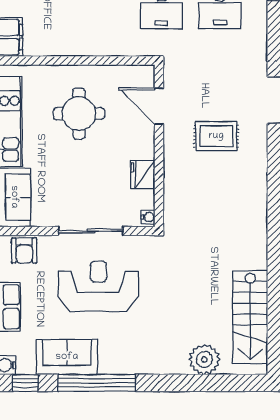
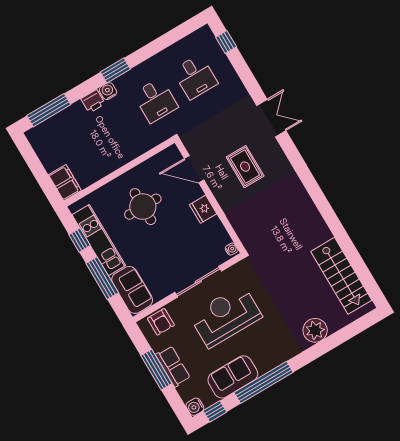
rug: (216, 136) -> (245, 167), turned 90
fridge: (143, 174) -> (203, 209), moved
plant: (204, 359) -> (315, 330), moved

